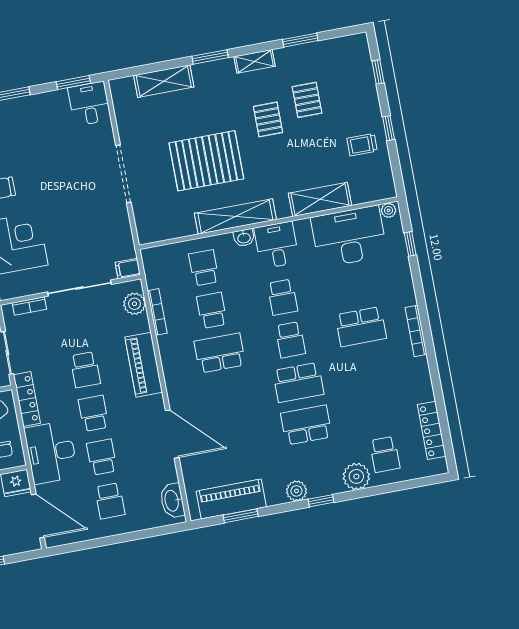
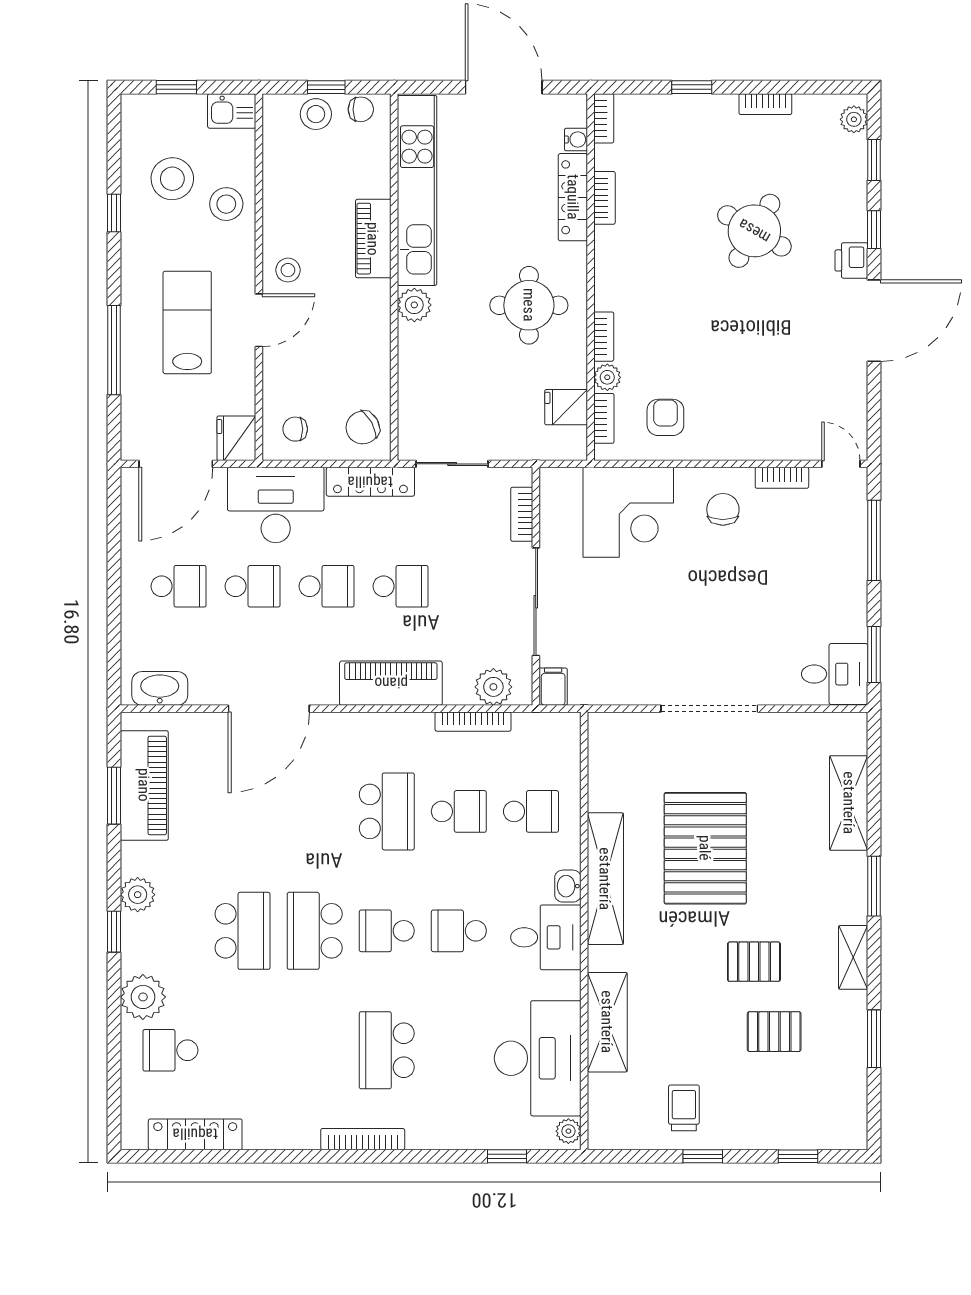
school desk: (85, 370) -> (401, 586), turned 180
school desk: (110, 501) -> (179, 586), turned 180

